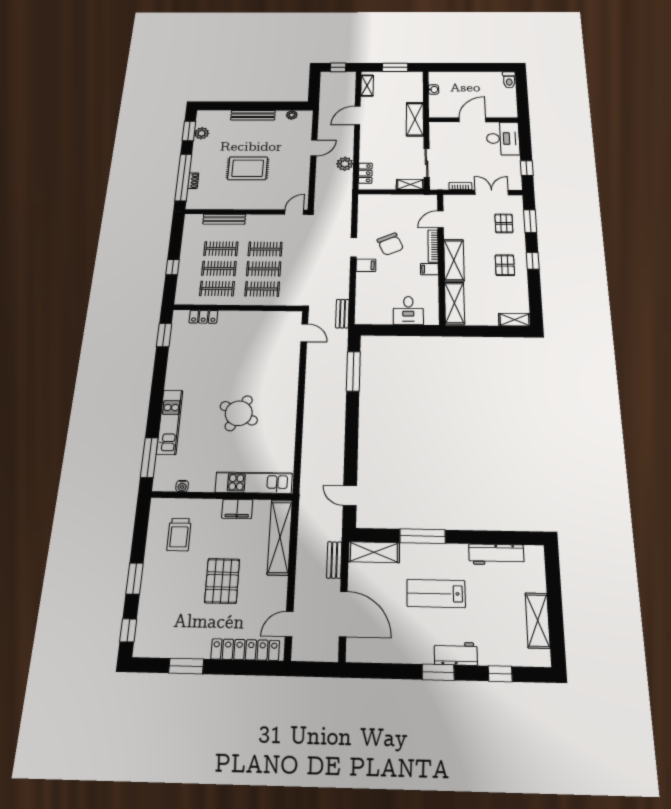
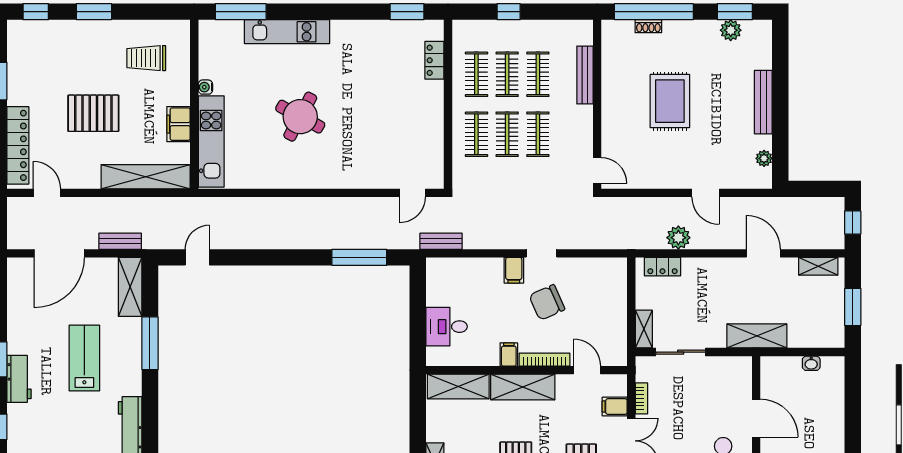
filing cabinet: (467, 202) -> (615, 407), added
water cooler: (182, 486) -> (205, 87), moved

